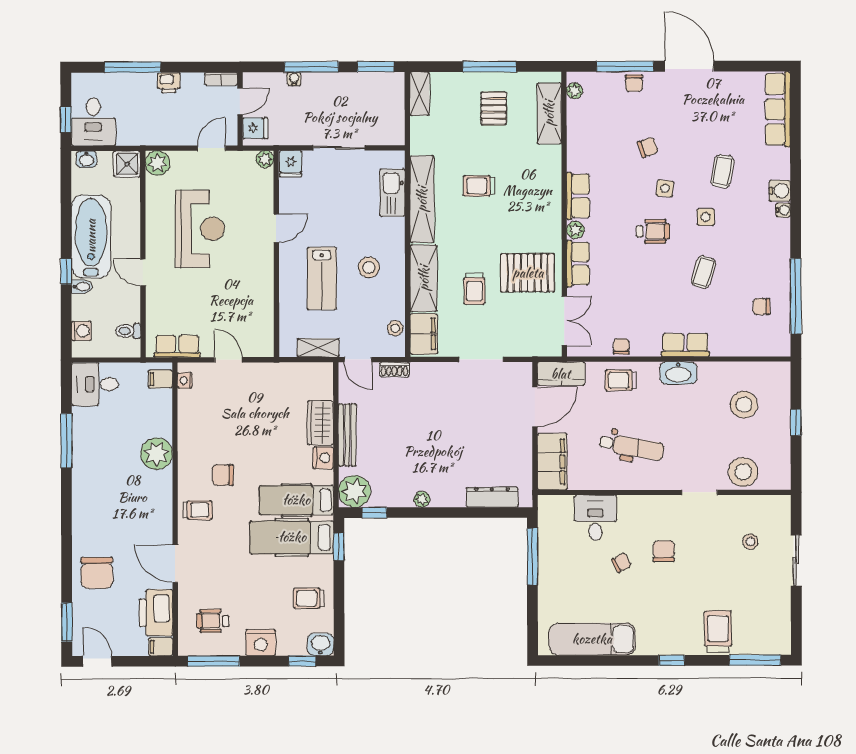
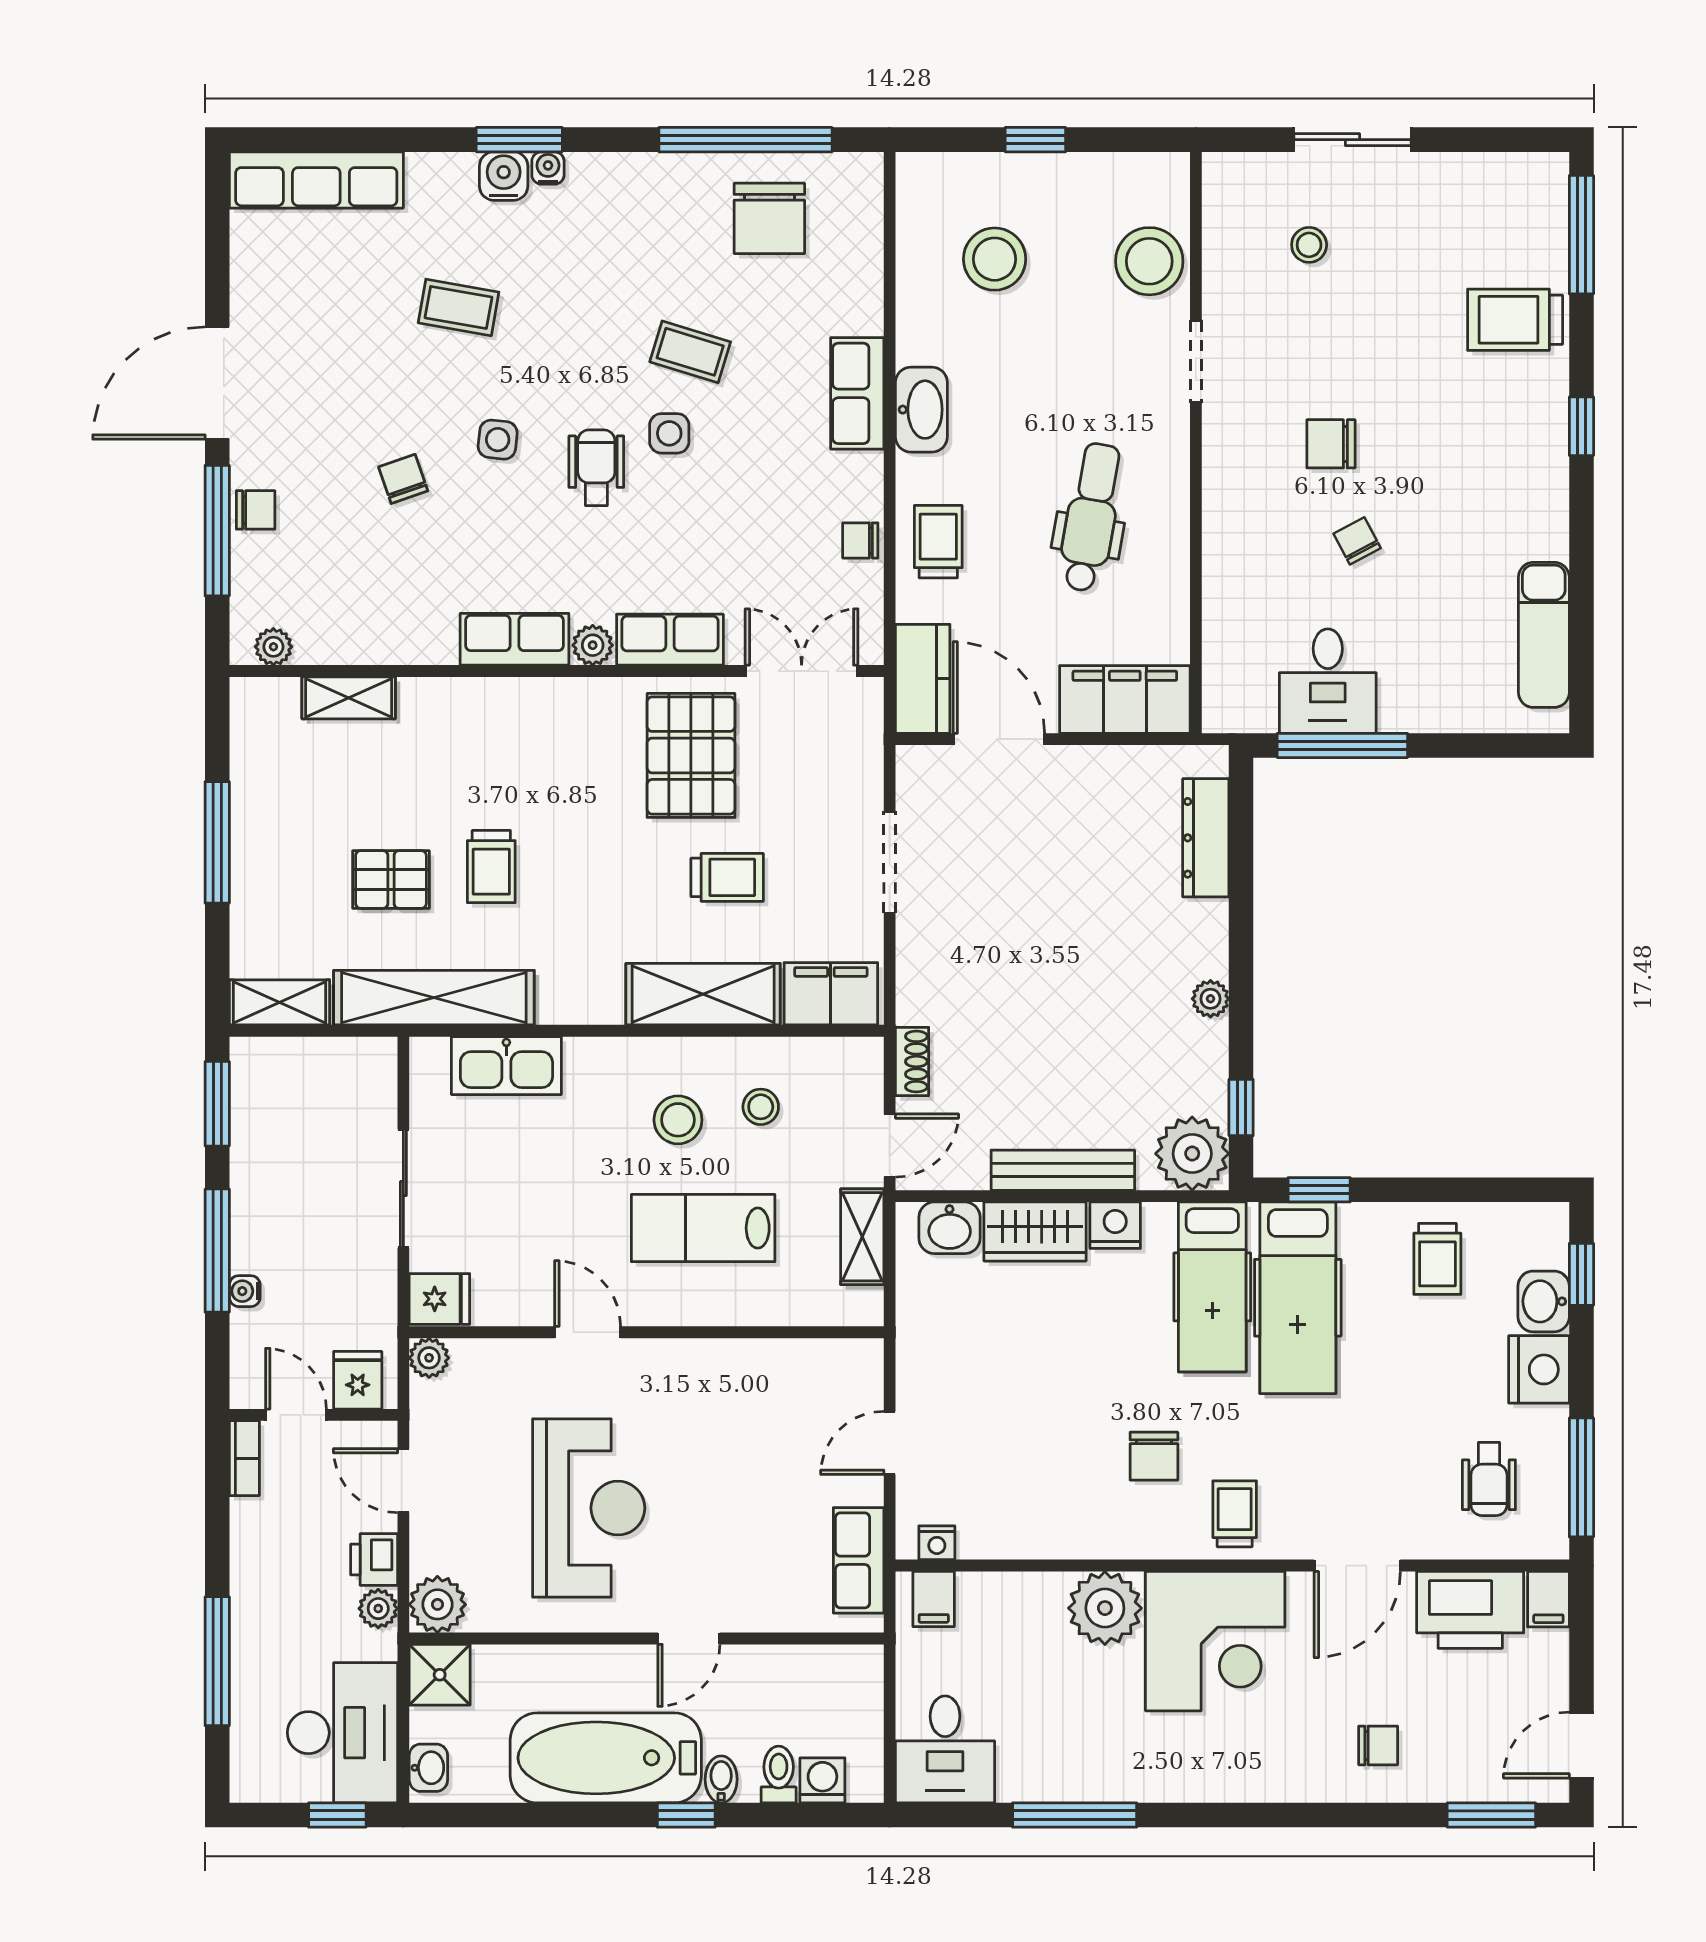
printer: (169, 83) -> (374, 1560), moved, turned 180
pallet: (494, 108) -> (391, 880), moved
shelving: (549, 113) -> (349, 698), width x0.67, depth x0.75
desk: (93, 122) -> (342, 1733), width x1.37
plant: (156, 137) -> (378, 1609), added
window: (796, 198) -> (519, 140), added
shelving: (422, 199) -> (434, 998), moved
side table: (706, 217) -> (669, 433), moved
reception desk: (200, 229) -> (589, 1508), turned 90
lab bench: (322, 278) -> (703, 1228), turned 180
chair: (761, 307) -> (769, 218), width x1.87, depth x1.87
stool: (395, 328) -> (761, 1107), moved
toilet: (128, 331) -> (779, 1774), moved, turned 180
trolley: (621, 380) -> (938, 542), turned 180
washbasin: (322, 386) -> (950, 1228), added
corner desk: (142, 502) -> (1215, 1641), added
desk: (595, 518) -> (1328, 681), moved, turned -90
chair: (97, 573) -> (1378, 1745), width x0.54, depth x0.54
exam couch: (592, 639) -> (1544, 635), width x0.73, depth x0.69
washbasin: (320, 644) -> (1544, 1301), moved

